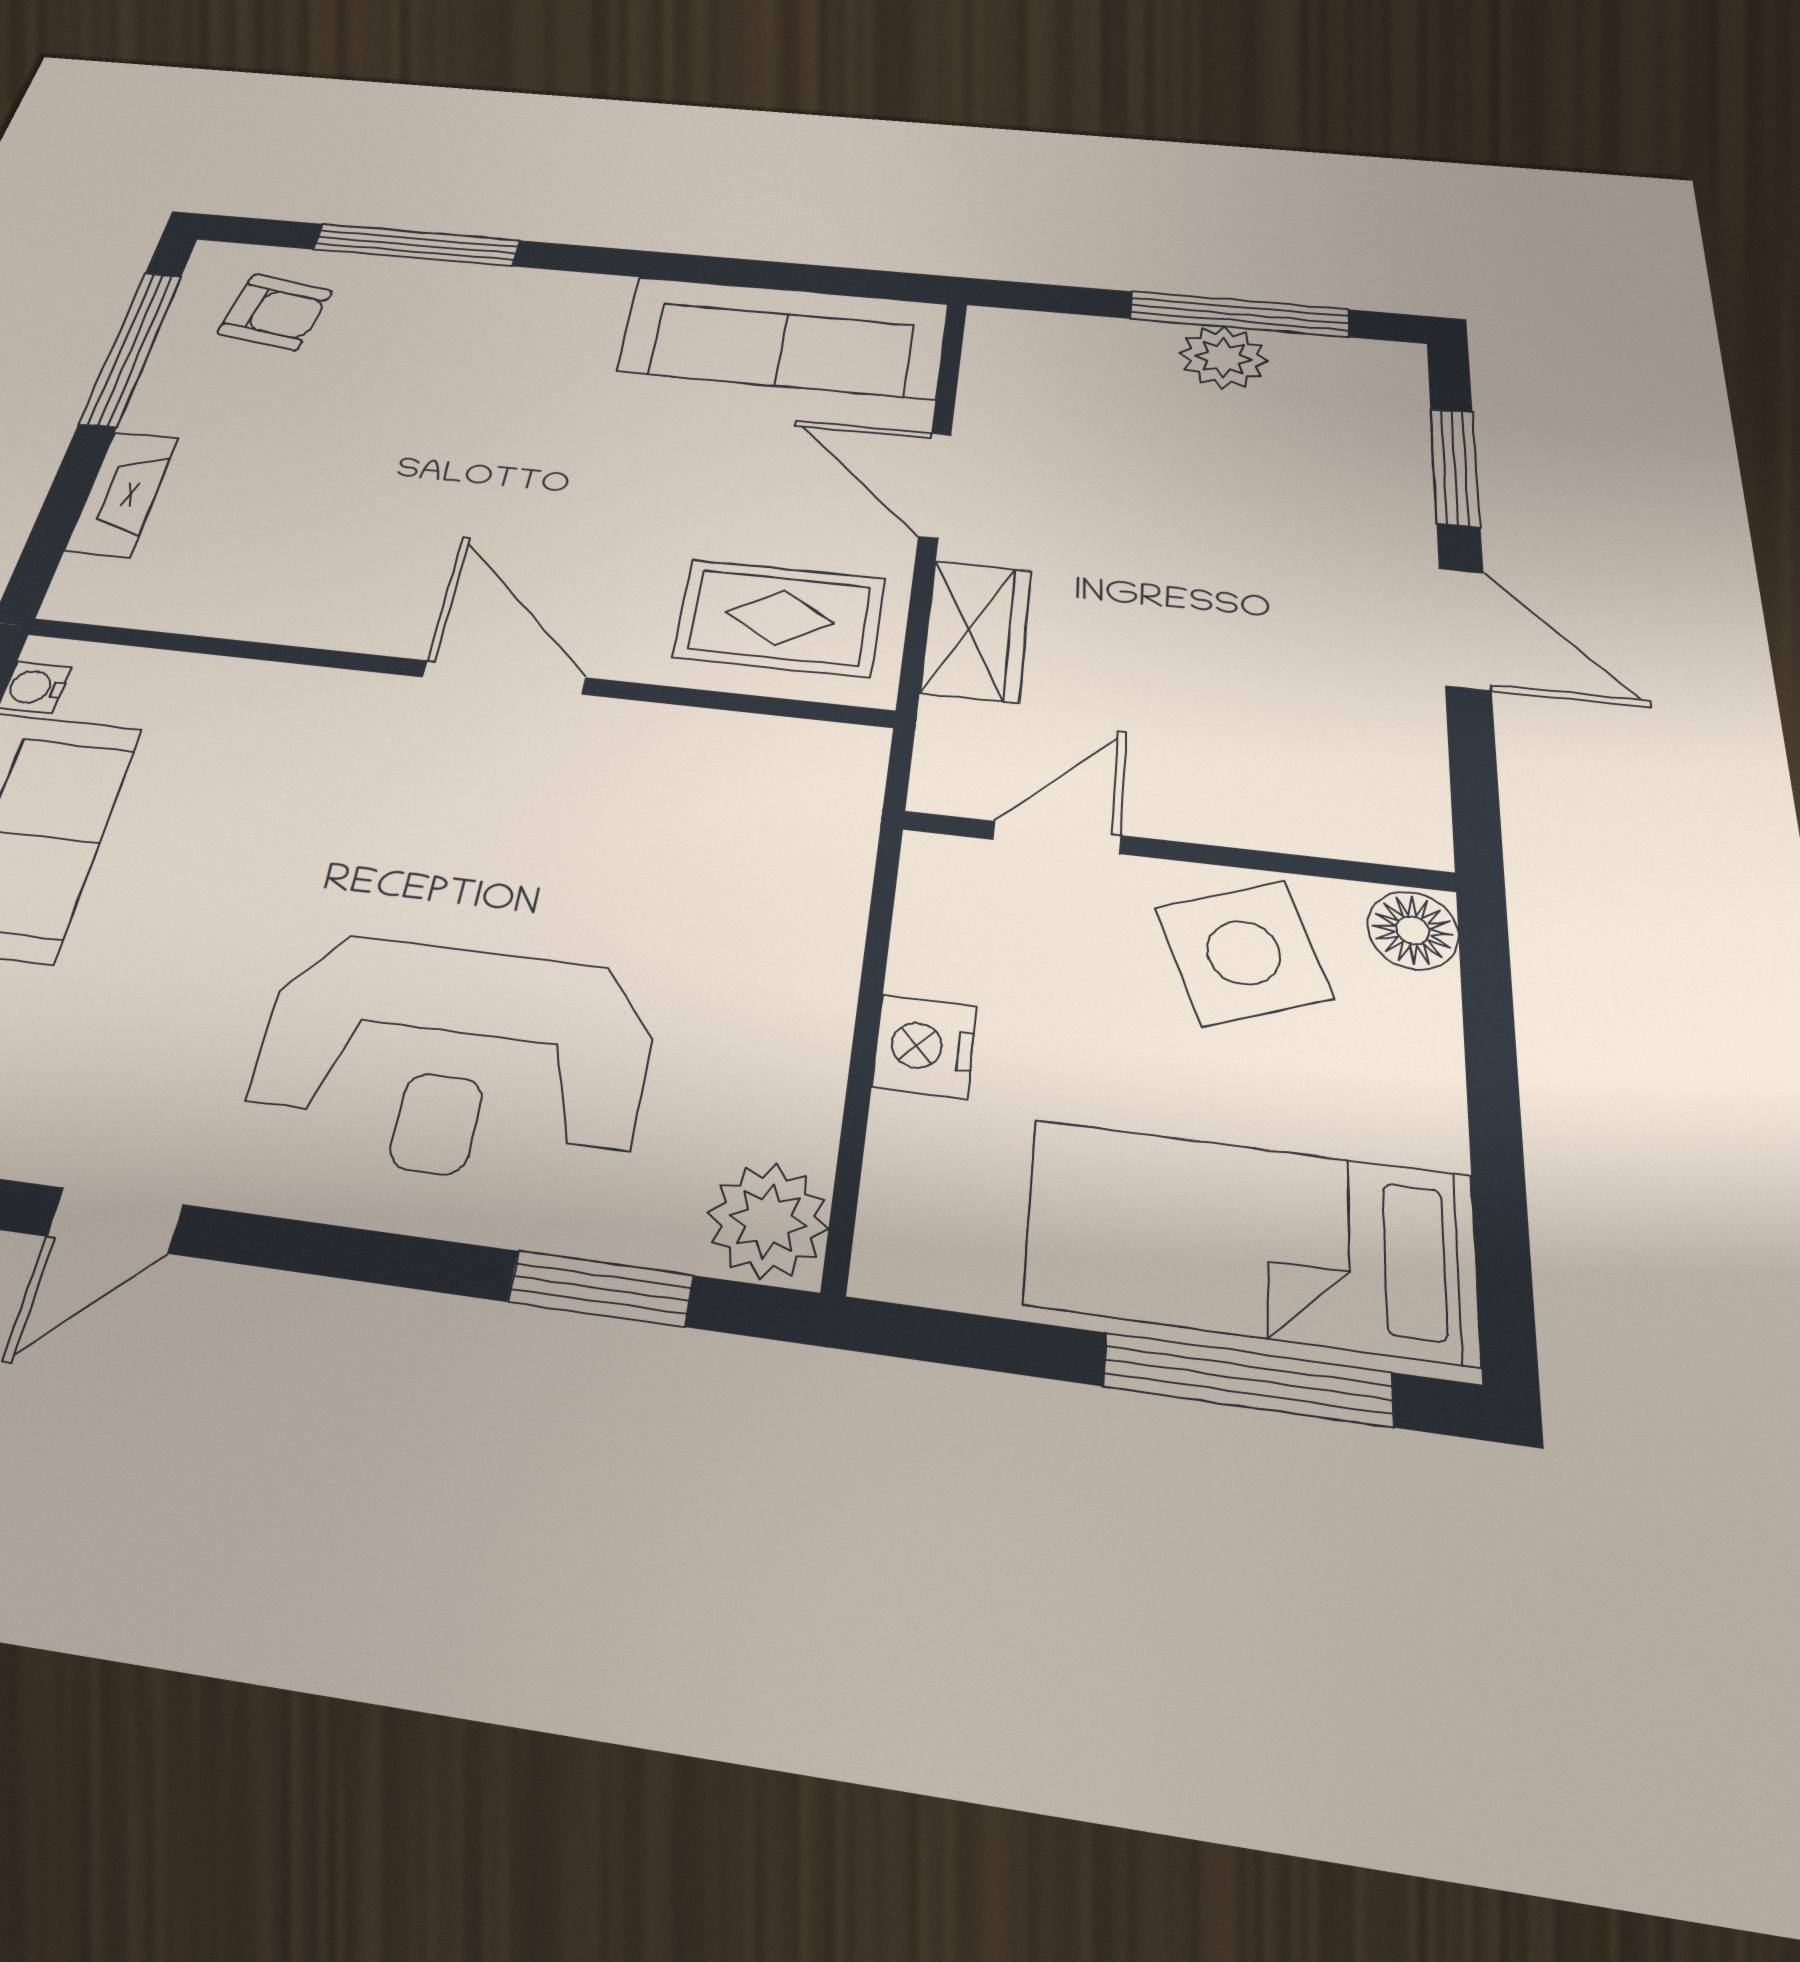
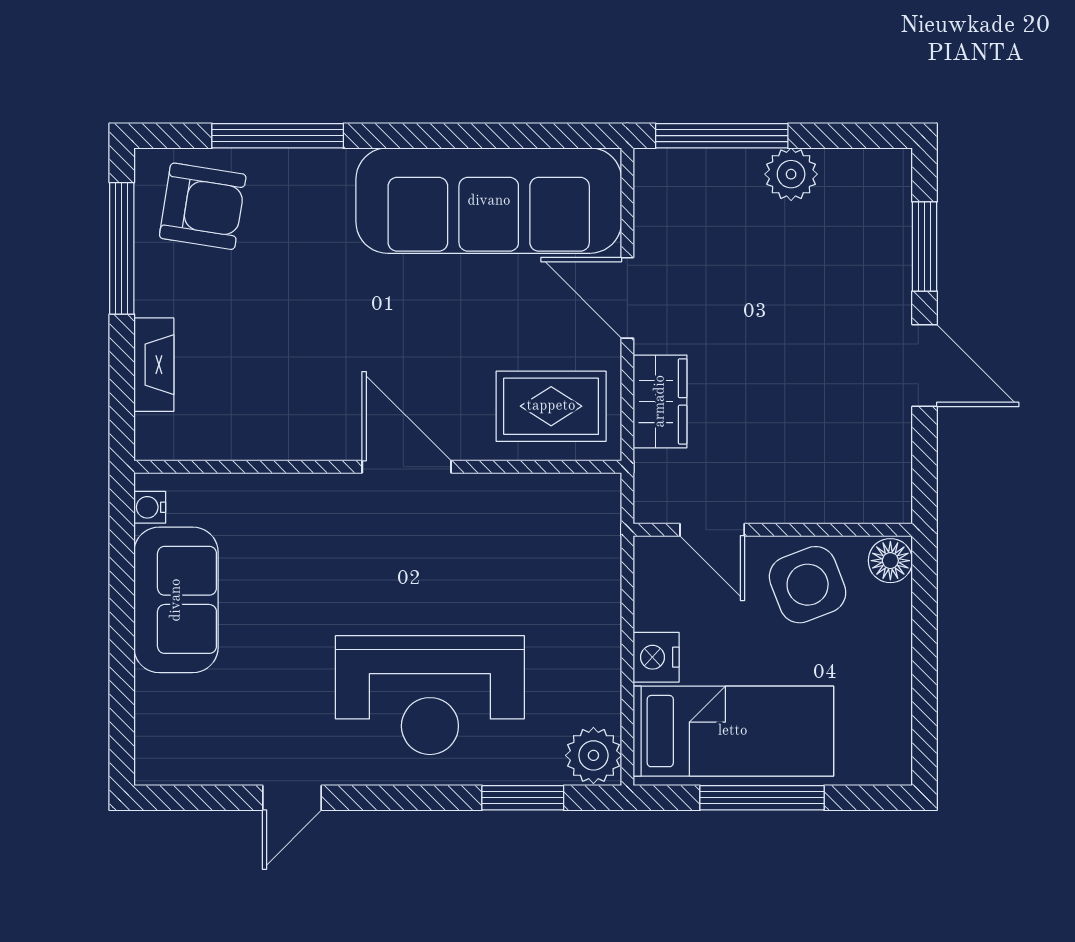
armchair: (275, 312) -> (203, 206), width x1.38, depth x1.38
window: (1239, 314) -> (722, 136), moved
sofa: (784, 337) -> (489, 201), width x1.36, depth x1.27
door: (1057, 837) -> (712, 530), swing flipped
bed: (1250, 1240) -> (733, 731), moved, turned 180
window: (1248, 1379) -> (762, 798), moved

